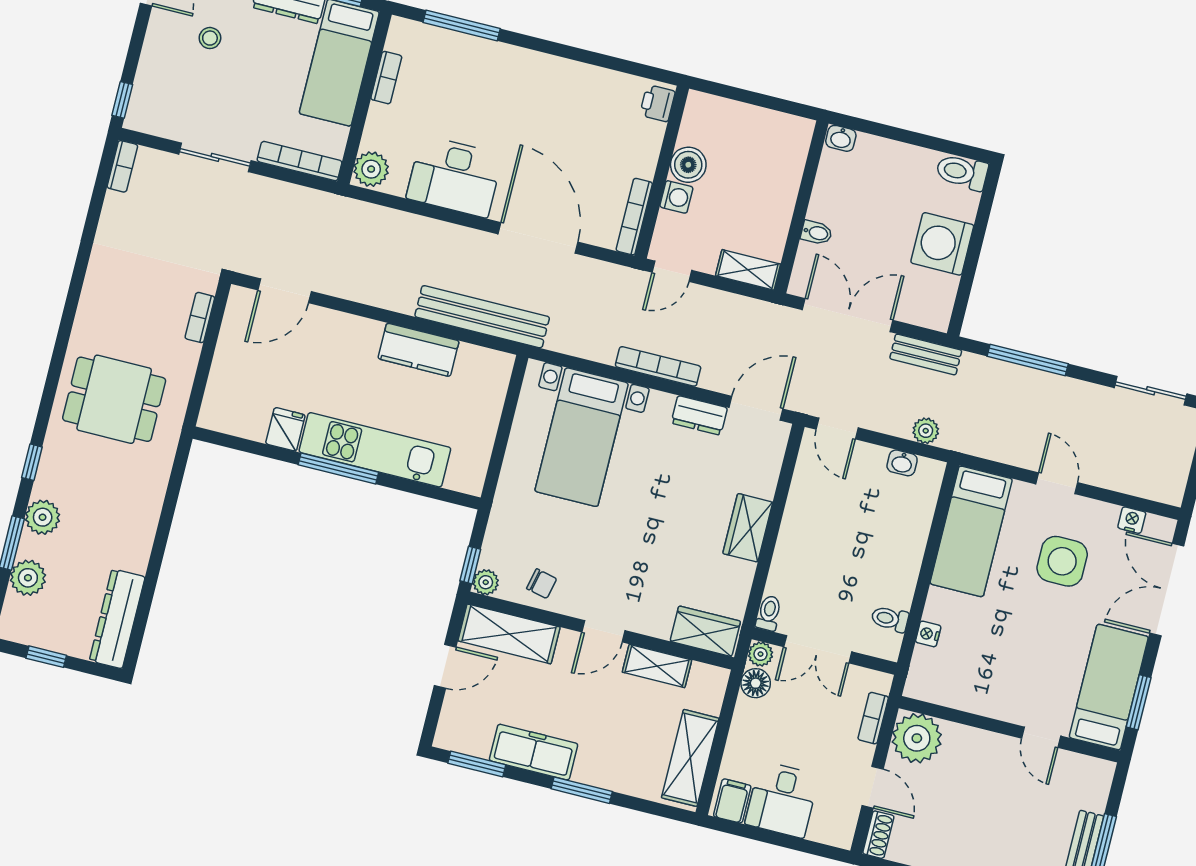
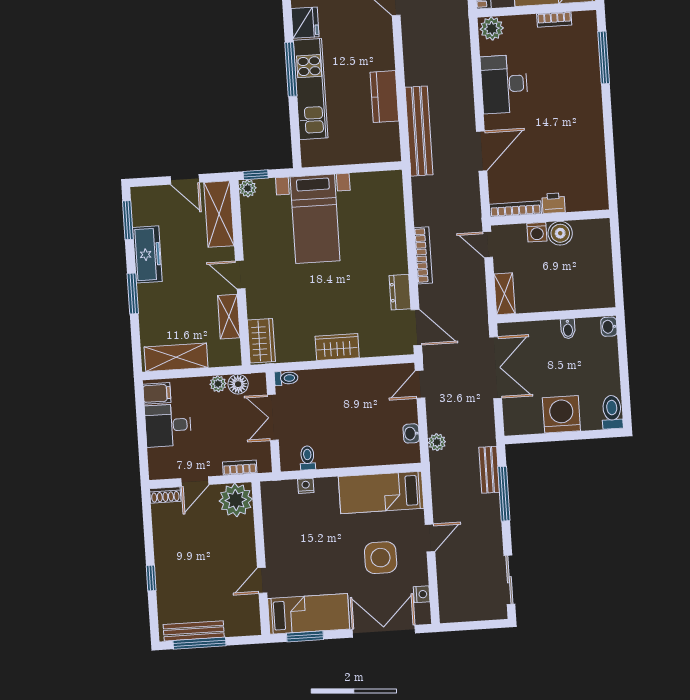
printer: (657, 103) -> (553, 203), moved
bidet: (816, 233) -> (568, 329), moved
door: (538, 238) -> (482, 151), width x0.73
bench: (926, 354) -> (489, 470), moved
fridge: (285, 429) -> (305, 23), width x1.38
bed with nightstands: (582, 437) -> (315, 219), moved, turned -90
chair: (542, 584) -> (258, 225), removed
plant: (760, 654) -> (218, 384), moved

